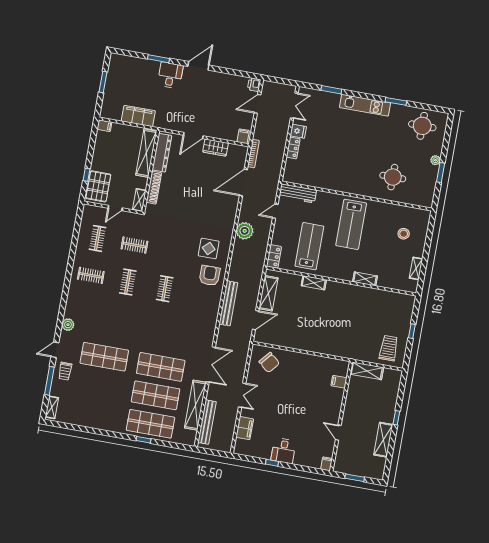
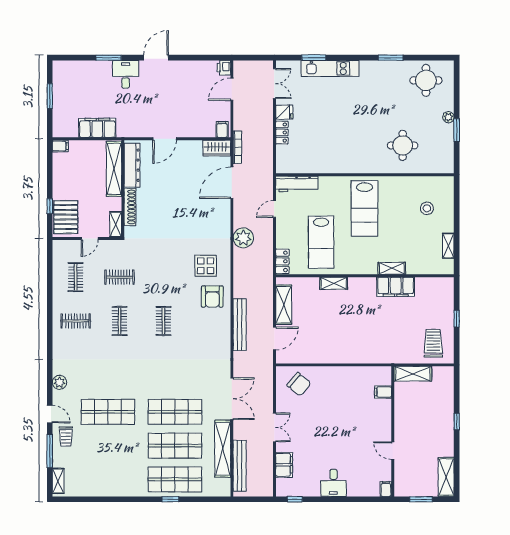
kitchen unit: (365, 105) -> (330, 68), moved
wardrobe: (216, 148) -> (217, 148), moved
lab bench: (309, 246) -> (321, 242), turned 180
armchair: (210, 275) -> (212, 297), turned 180
filing cabinet: (365, 295) -> (396, 287), added
door: (55, 350) -> (50, 414), swing flipped
shelving: (383, 440) -> (446, 477), moved
window: (272, 463) -> (295, 499), moved

